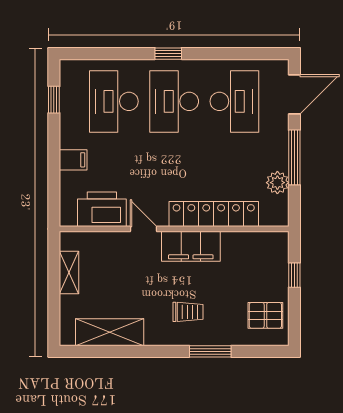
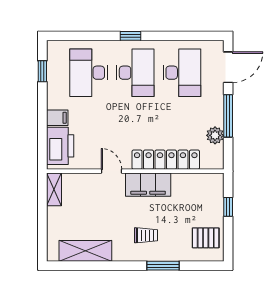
desk: (174, 101) -> (135, 73), turned 180
printer: (102, 209) -> (60, 146), moved, turned 90
shelving: (69, 273) -> (54, 189), moved

